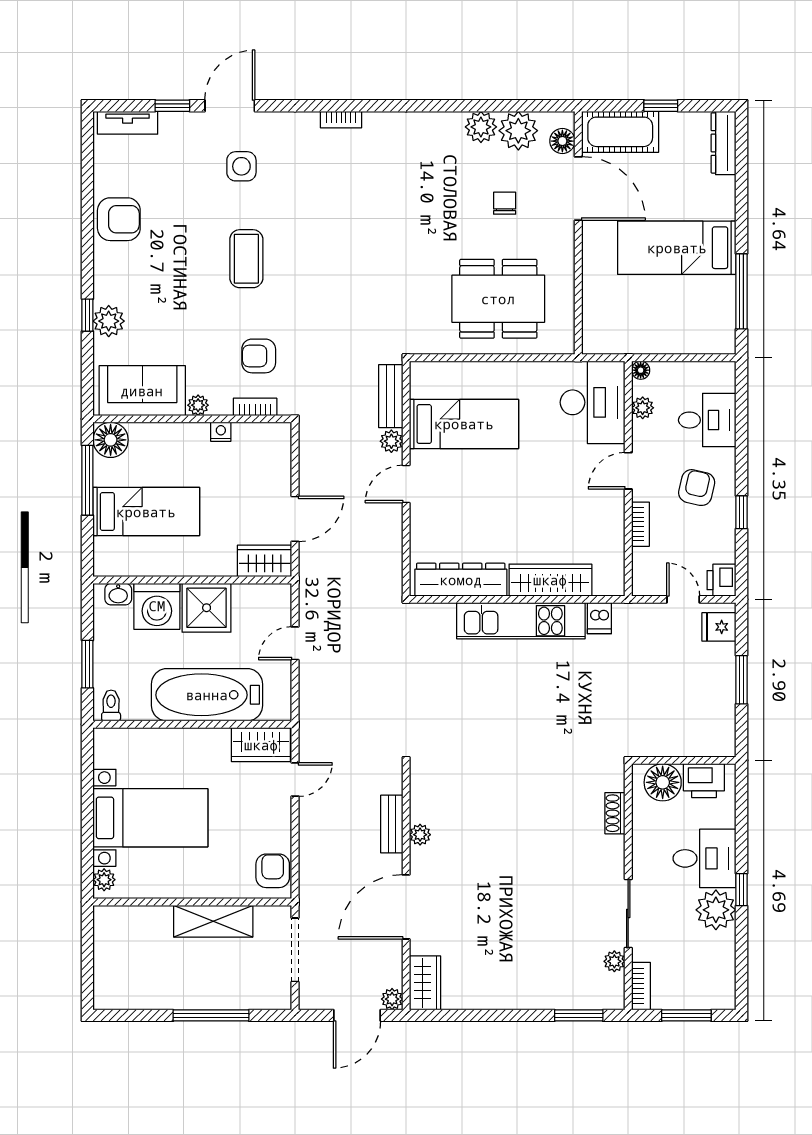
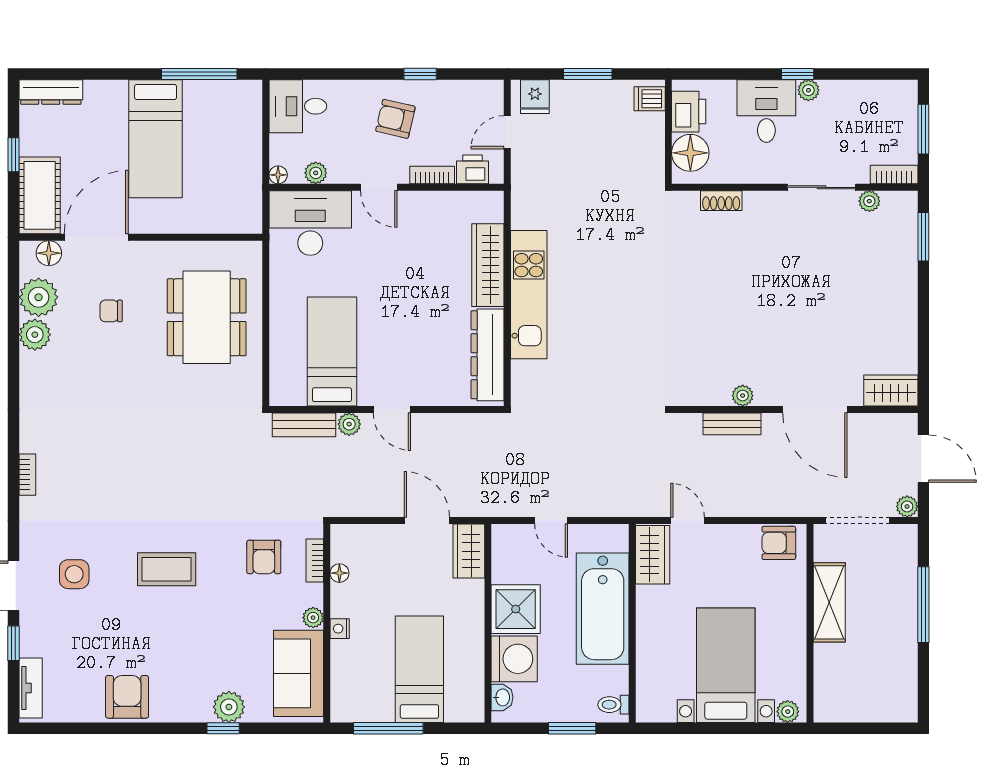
desk: (707, 420) -> (298, 106), moved, turned -90
nightstand: (221, 432) -> (340, 629), moved
floor lamp: (111, 440) -> (339, 573), moved, width x0.53, depth x0.53
printer: (721, 580) -> (472, 169), moved, turned 180
dishwasher: (599, 618) -> (650, 99), moved, turned 180
plant: (716, 910) -> (808, 90), width x0.53, depth x0.53
plant: (392, 999) -> (907, 506), moved

